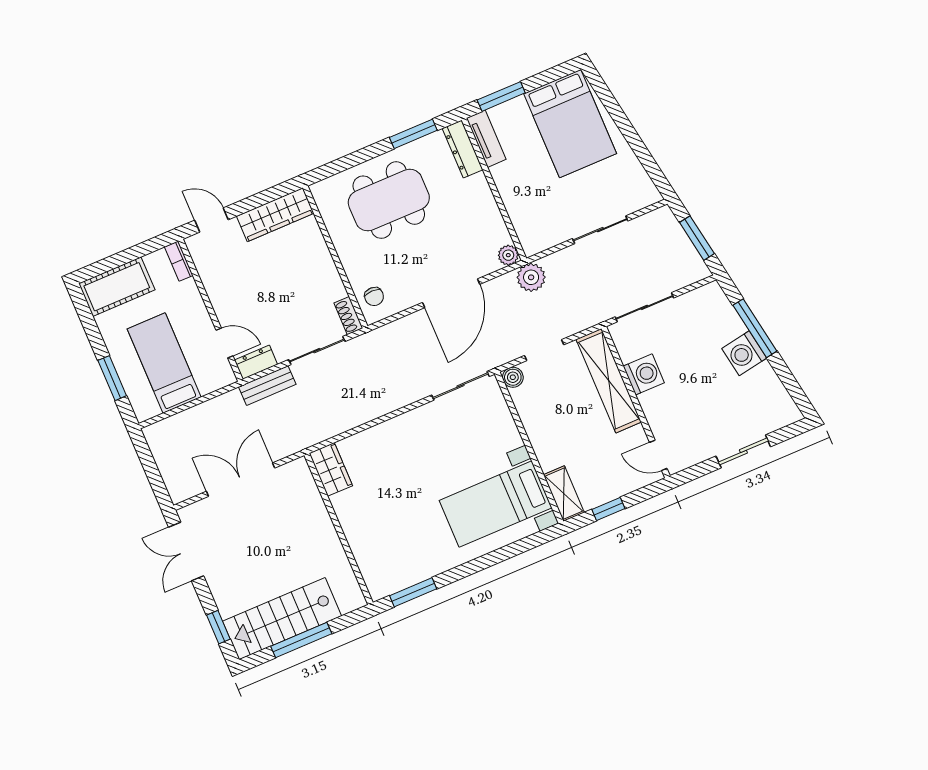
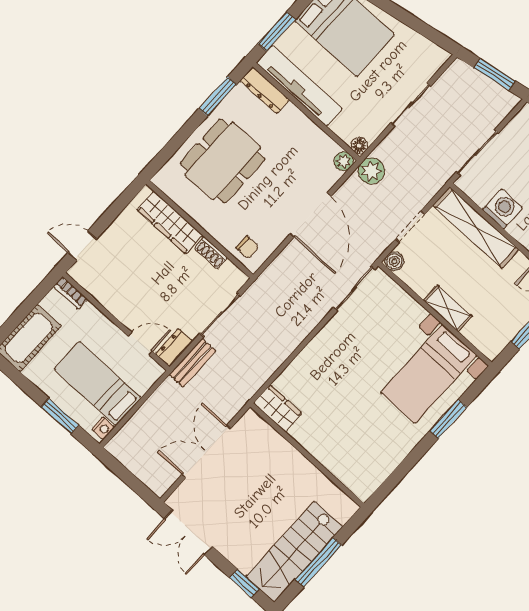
tv unit: (486, 139) -> (299, 86), width x1.92, depth x1.29
wardrobe: (275, 215) -> (170, 222), moved, turned 90
floor lamp: (531, 247) -> (359, 146), added
shoe rack: (348, 316) -> (211, 253), moved
nightstand: (149, 410) -> (103, 428), added
shelving: (564, 494) -> (448, 308), moved
window: (413, 592) -> (448, 419), moved

